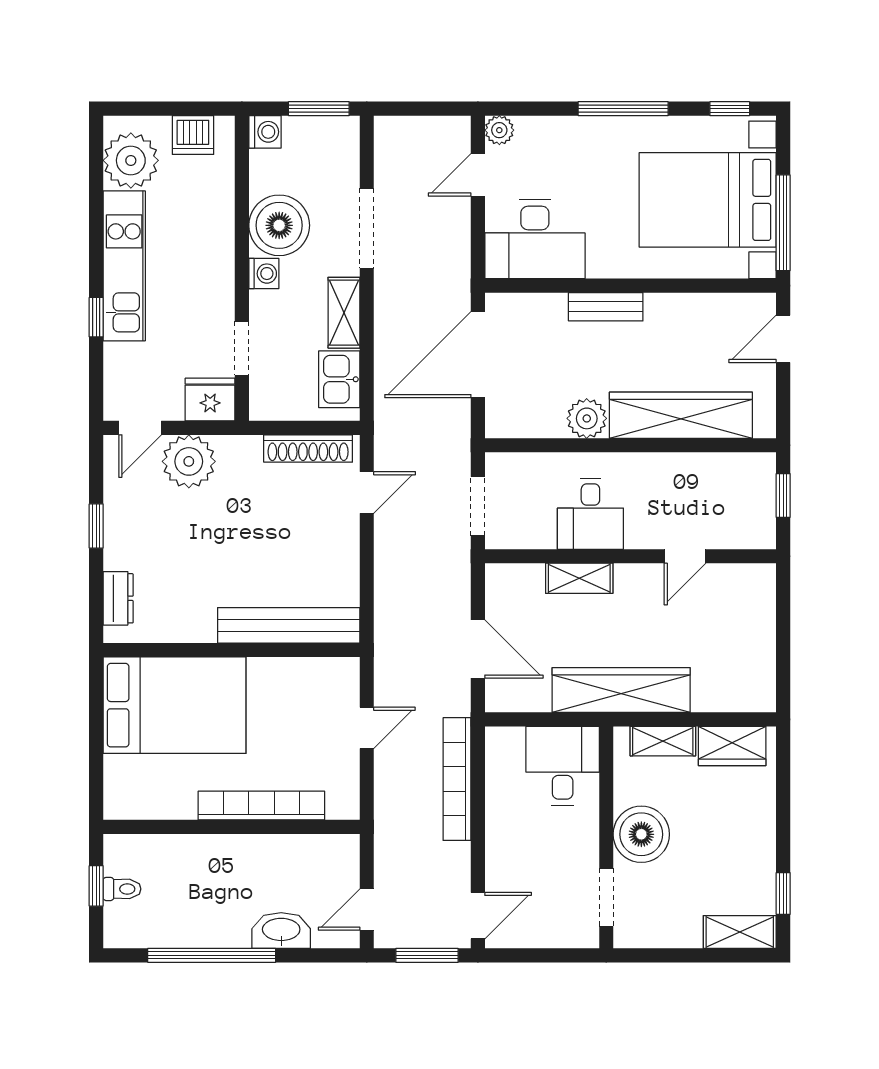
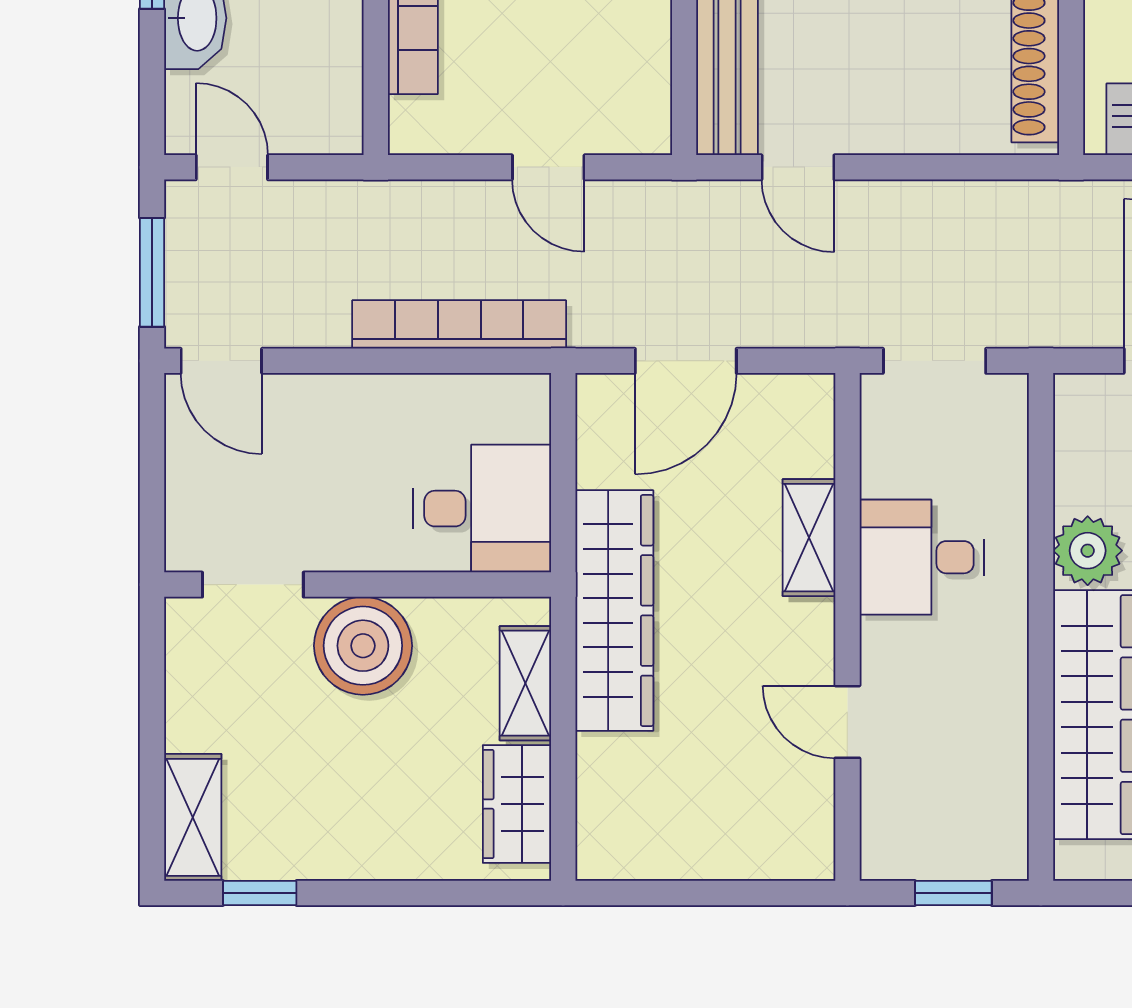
door: (367, 493) -> (798, 167), moved

